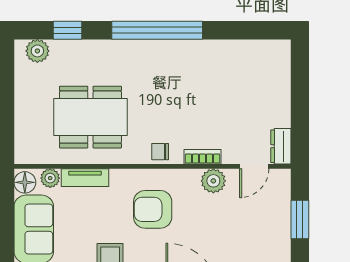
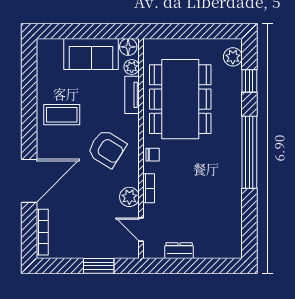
dining table: (90, 117) -> (180, 99), width x1.36, depth x1.24
dresser: (281, 146) -> (179, 251), moved
chair: (160, 152) -> (153, 155), turned 90
armchair: (153, 209) -> (107, 149), turned 122

